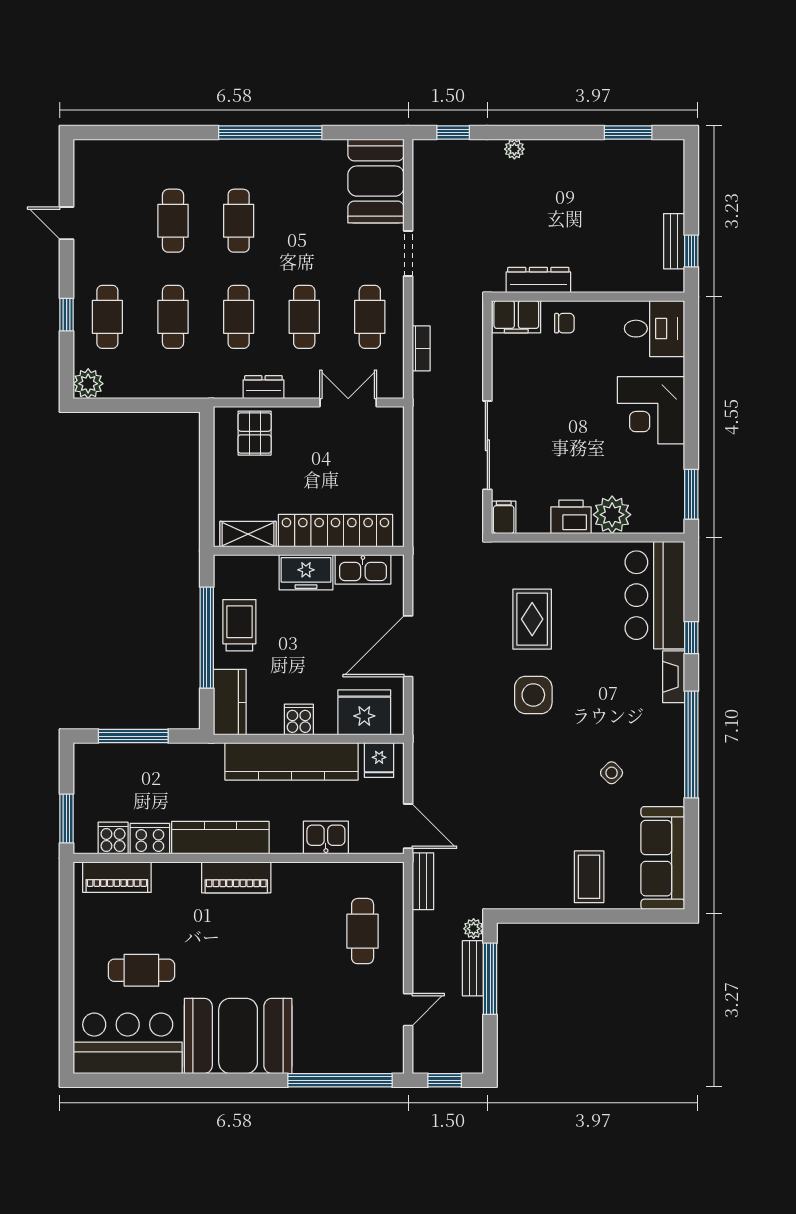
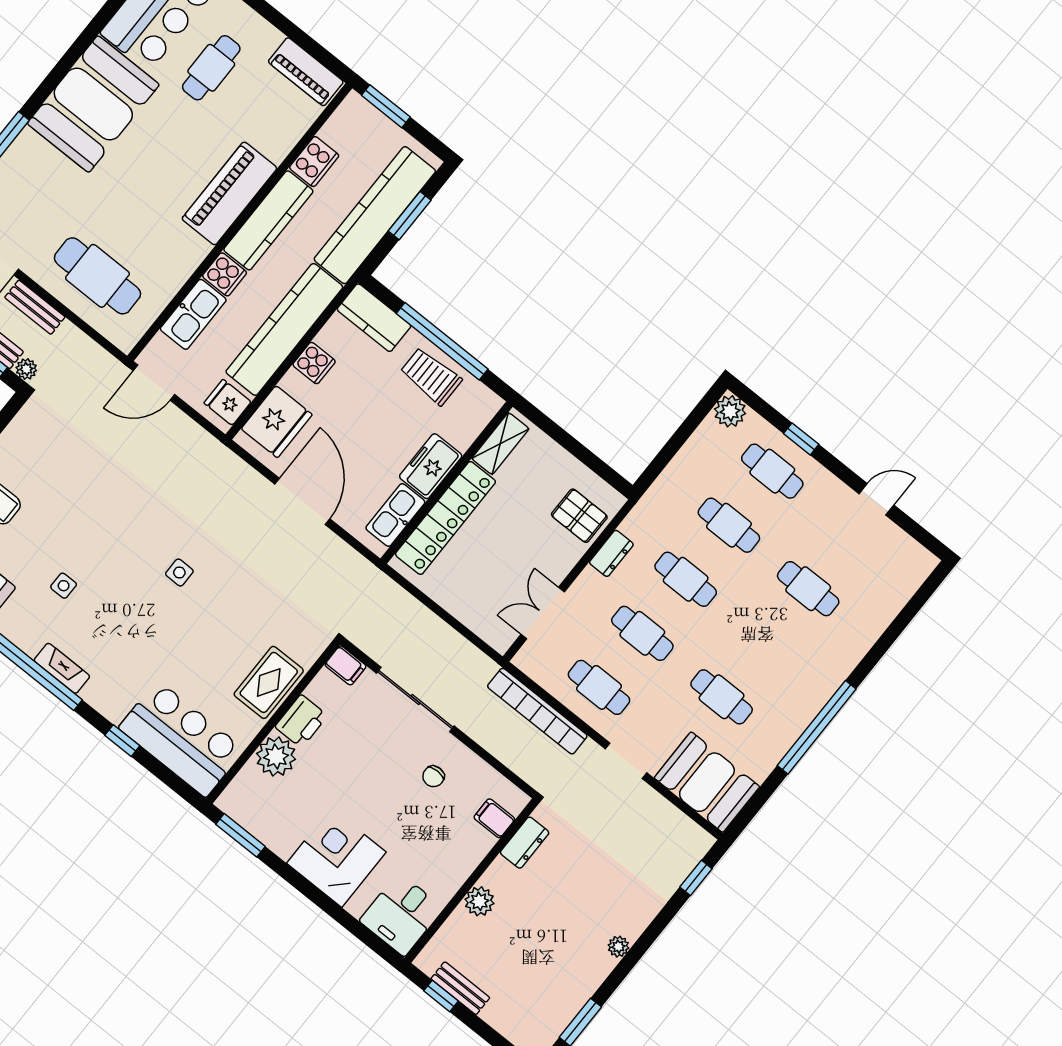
plant: (514, 149) -> (618, 947), moved
cafe table: (239, 221) -> (722, 697), moved
plant: (599, 279) -> (479, 901), added
dresser: (538, 280) -> (525, 843), width x0.70
filing cabinet: (516, 317) -> (494, 818), width x0.50
chair: (564, 323) -> (433, 776), moved
bookcase: (421, 348) -> (537, 711), width x2.31, depth x1.31
double door: (348, 403) -> (543, 613), swing flipped
rug: (532, 619) -> (269, 682), moved, turned 90
trolley: (239, 625) -> (431, 376), turned 180
fireplace: (674, 677) -> (62, 668), moved
side table: (533, 695) -> (179, 573), width x0.54, depth x0.54
window: (133, 736) -> (410, 216), width x0.69
kitchen counter: (154, 762) -> (375, 215), added
side table: (612, 773) -> (64, 586), turned 45
cooker: (113, 838) -> (225, 274), moved
kitchen sink: (326, 838) -> (193, 314), width x1.38
piano: (117, 877) -> (306, 72), moved, turned -90
piano: (236, 877) -> (229, 193), width x1.37, depth x1.33
bench: (423, 881) -> (35, 307), moved
cafe table: (363, 931) -> (97, 276), width x1.37, depth x1.35

